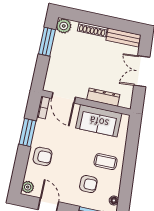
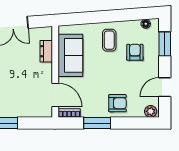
dresser: (103, 97) -> (46, 51), width x0.70
door: (63, 98) -> (55, 95), hinge flipped
armchair: (43, 156) -> (117, 103), turned 90

